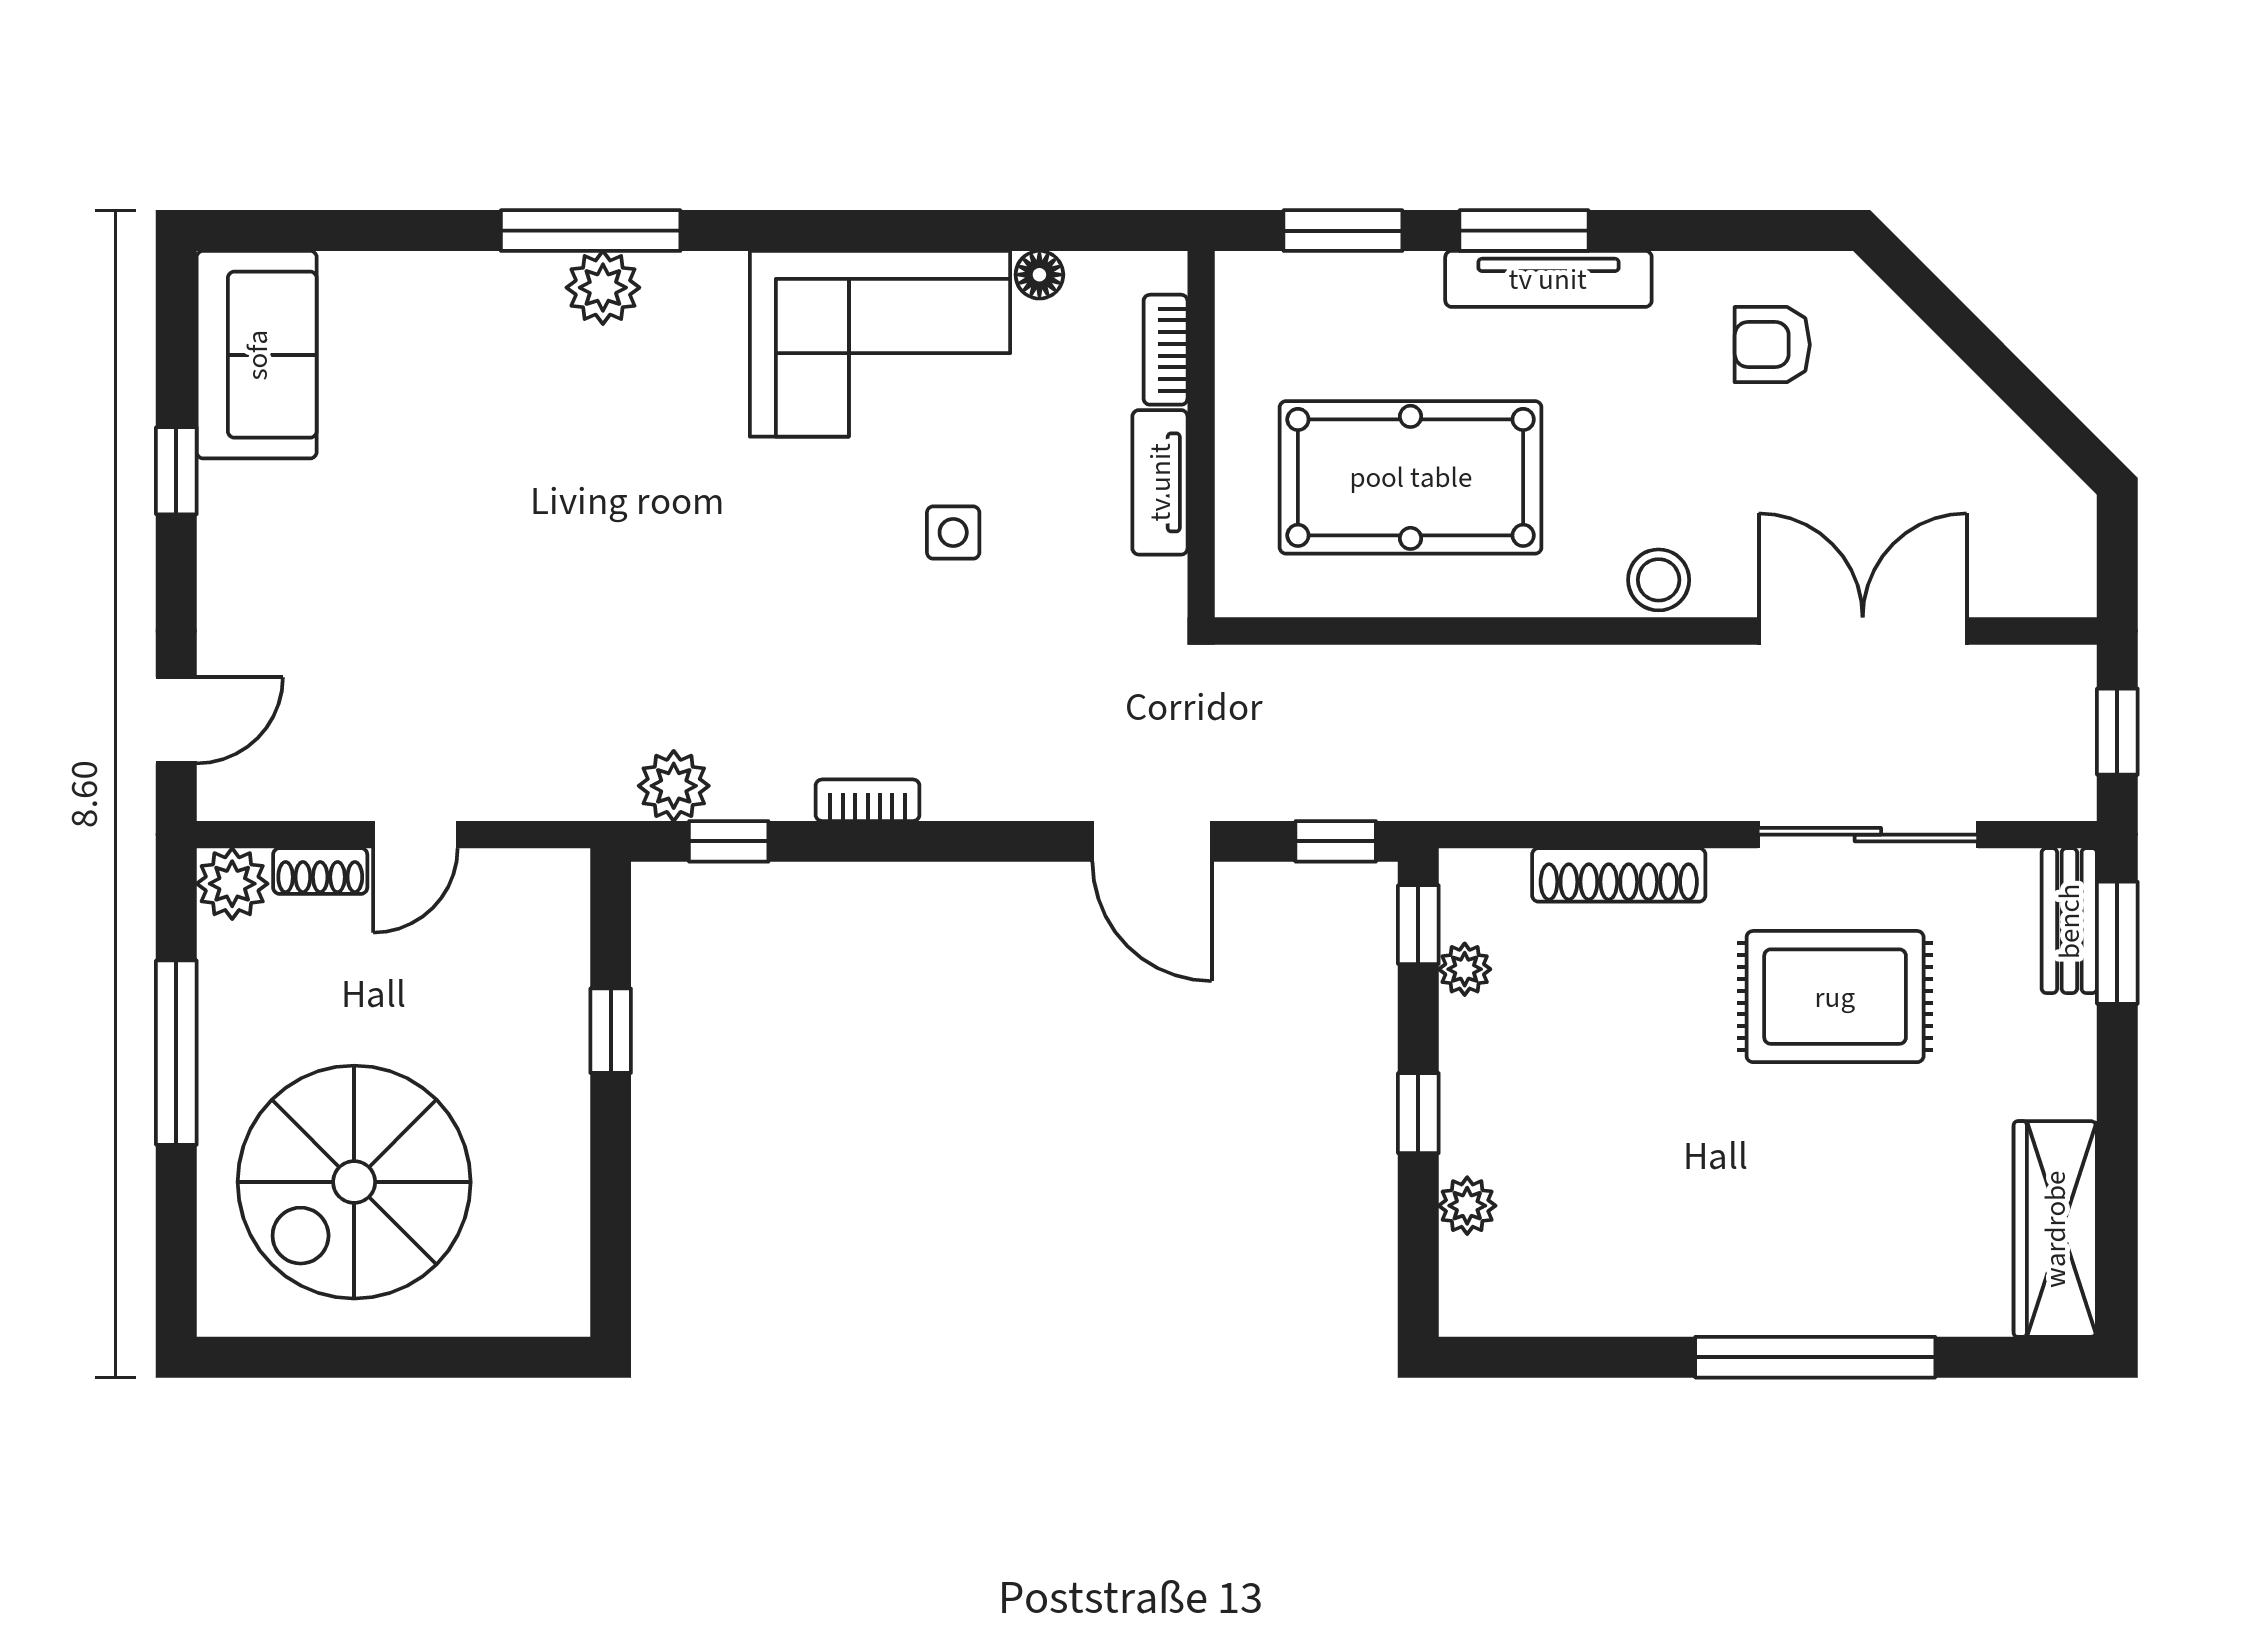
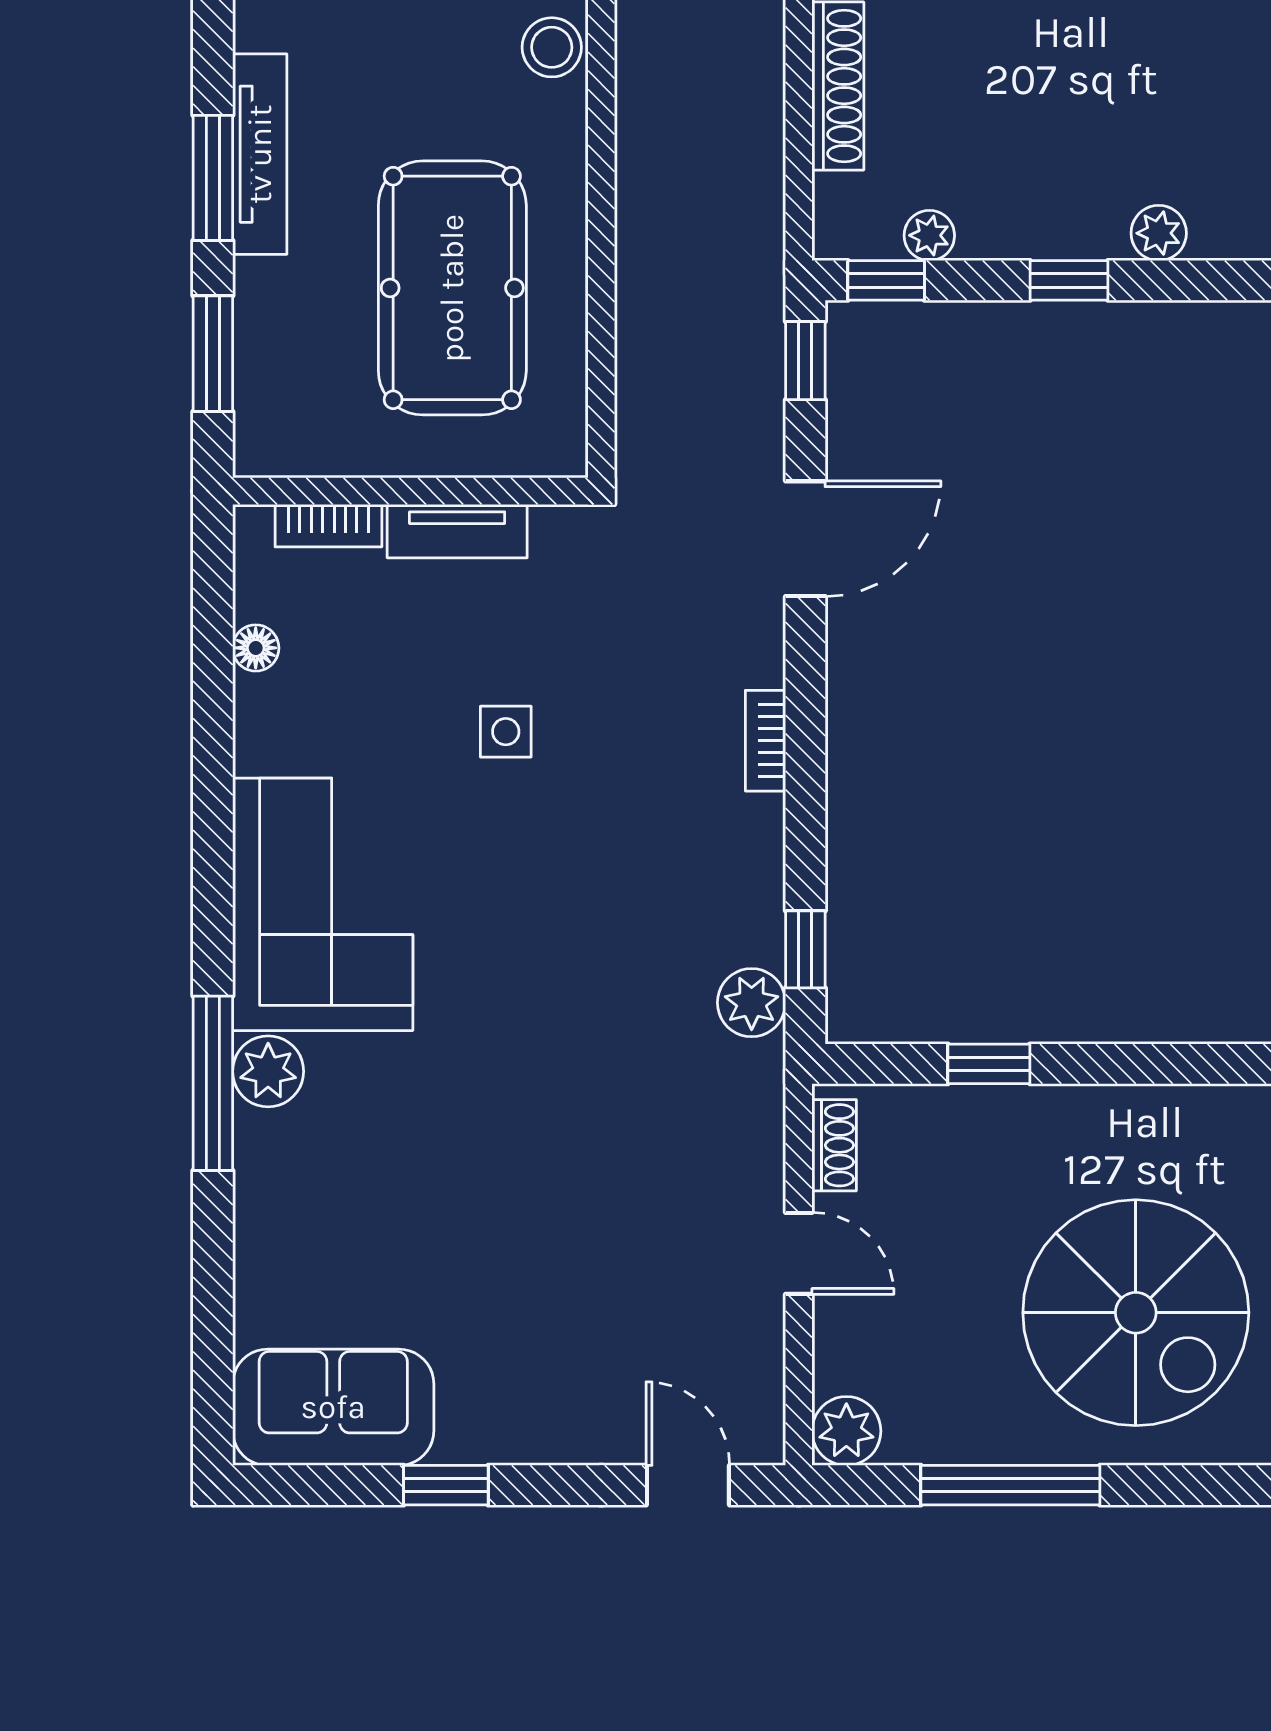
corner sofa: (880, 344) -> (323, 904), moved
bookcase: (868, 800) -> (765, 741), moved
shoe rack: (320, 871) -> (834, 1145), moved

